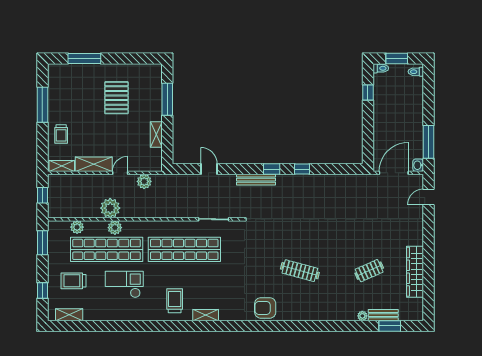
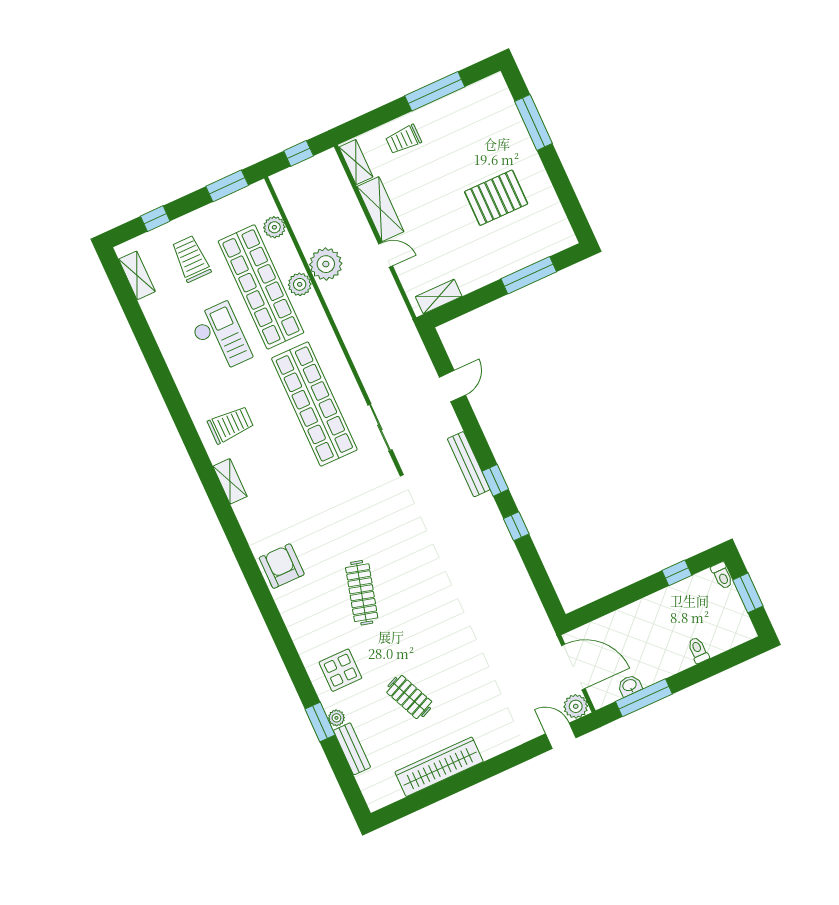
toilet: (416, 72) -> (698, 650), moved
shelving: (156, 134) -> (439, 296), moved
washbasin: (418, 165) -> (630, 686), moved
plant: (144, 181) -> (576, 706), moved
display table: (337, 302) -> (340, 670), added
window: (390, 326) -> (320, 722), moved

